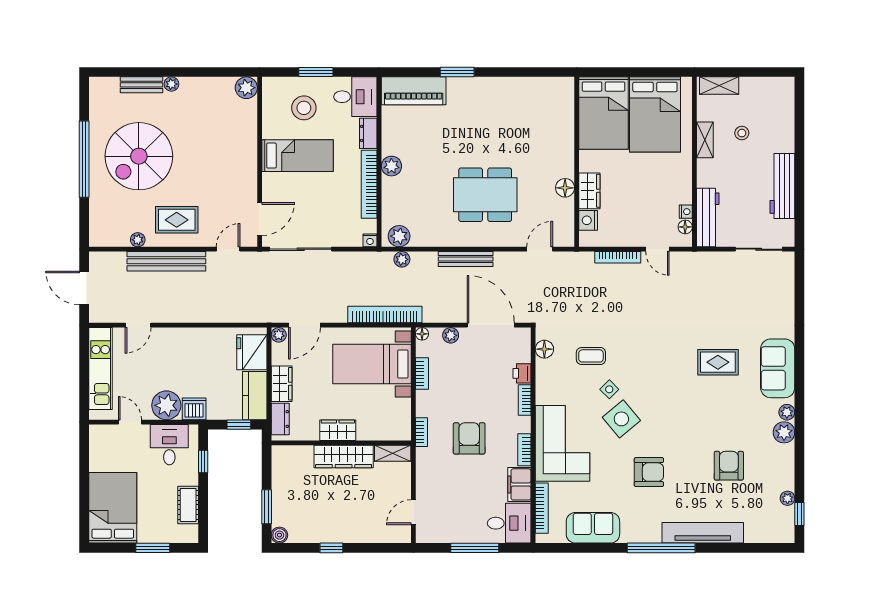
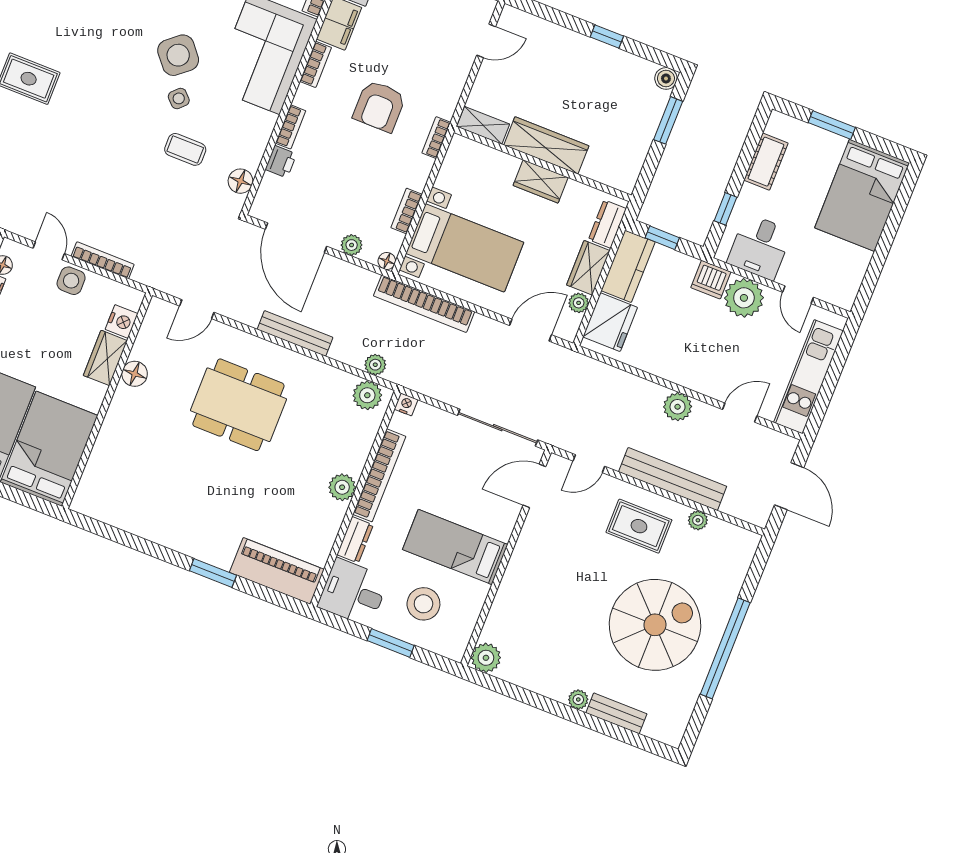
side table: (634, 235) -> (71, 281), added
plant: (183, 312) -> (678, 407), added
plant: (279, 335) -> (579, 303), moved

